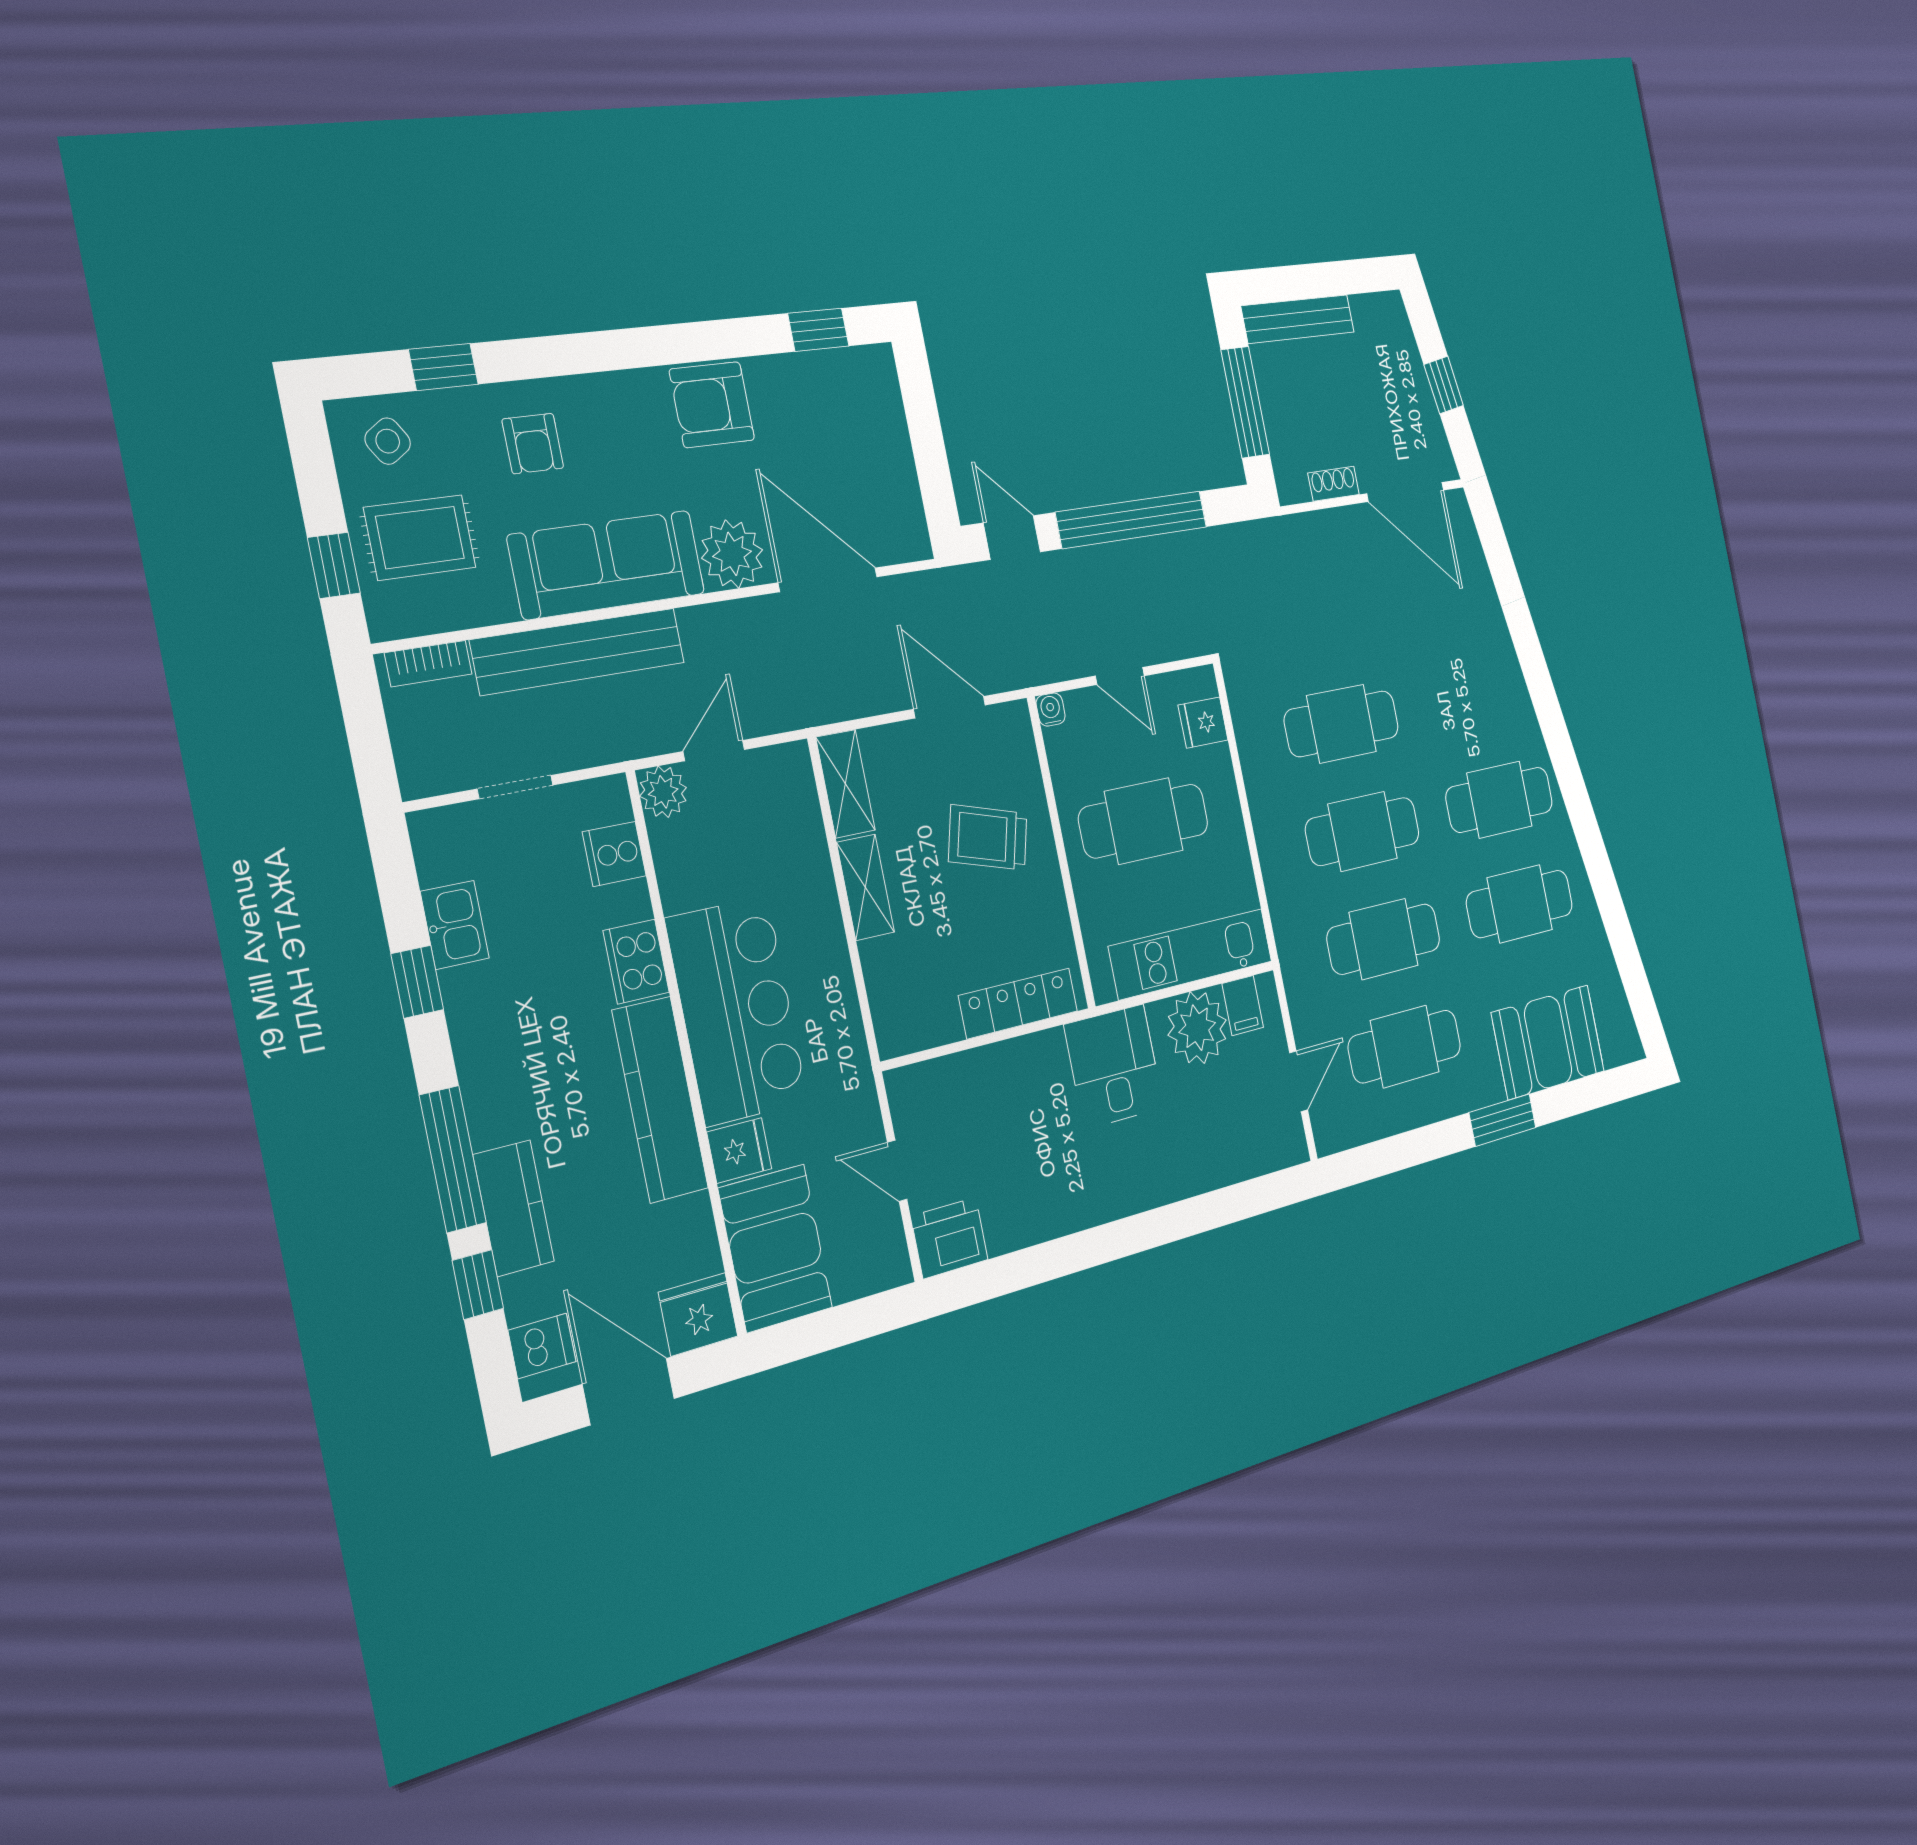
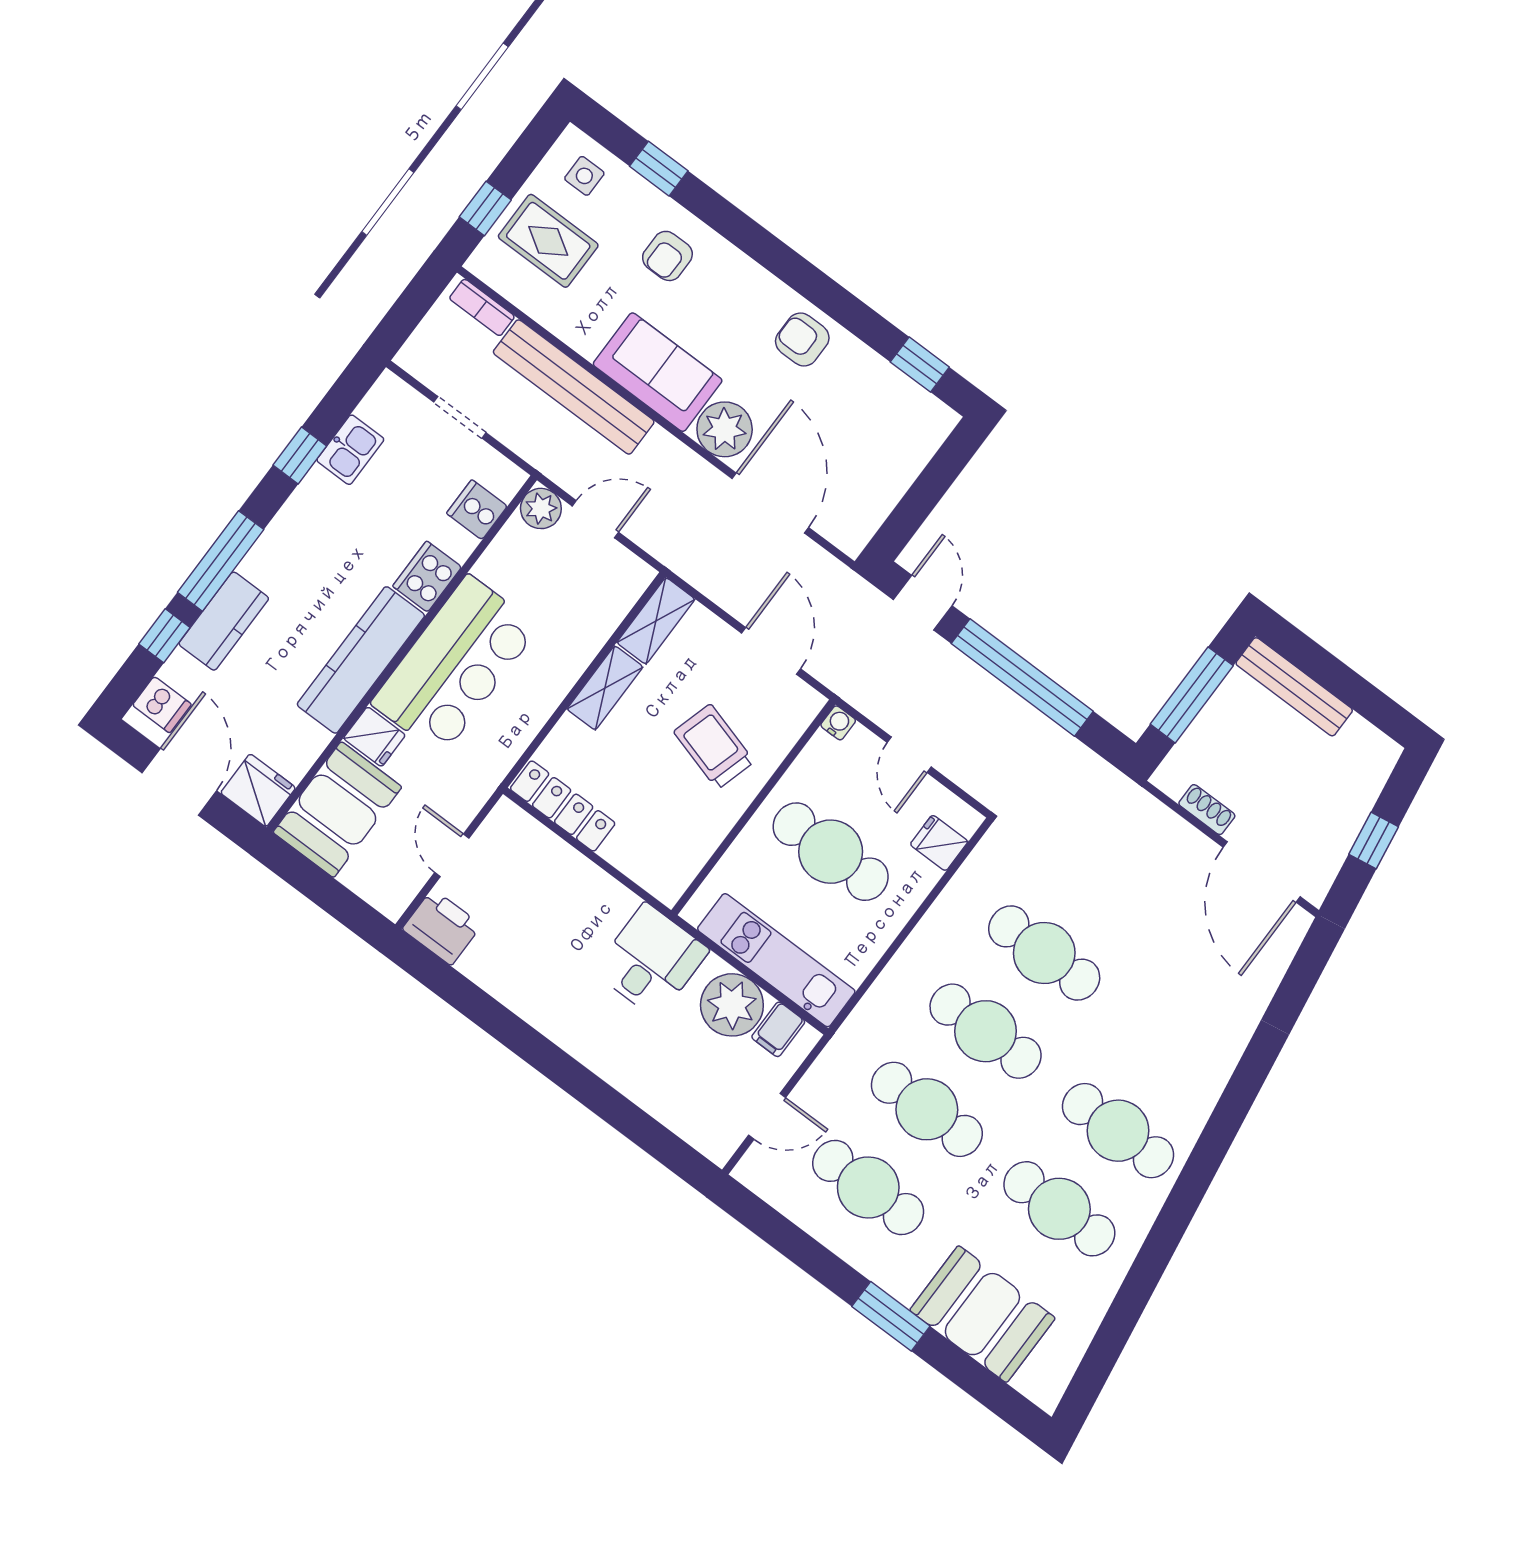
armchair: (712, 405) -> (802, 339), width x0.72, depth x0.72
side table: (388, 441) -> (584, 176), turned 33
sofa: (607, 565) -> (658, 372), width x0.73
locker: (1018, 1003) -> (563, 806), moved

